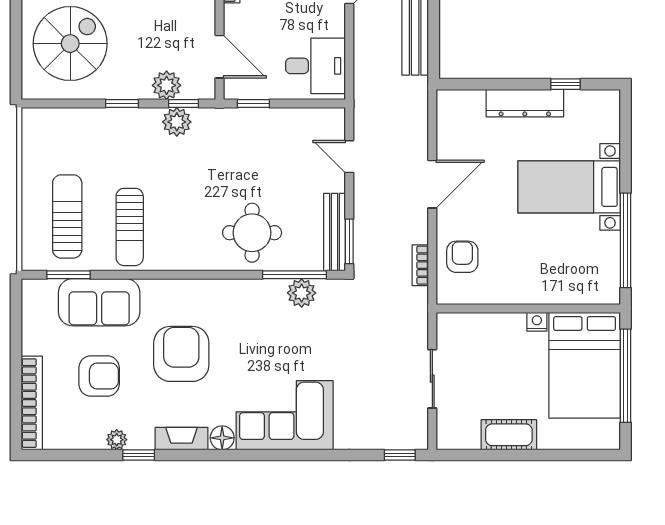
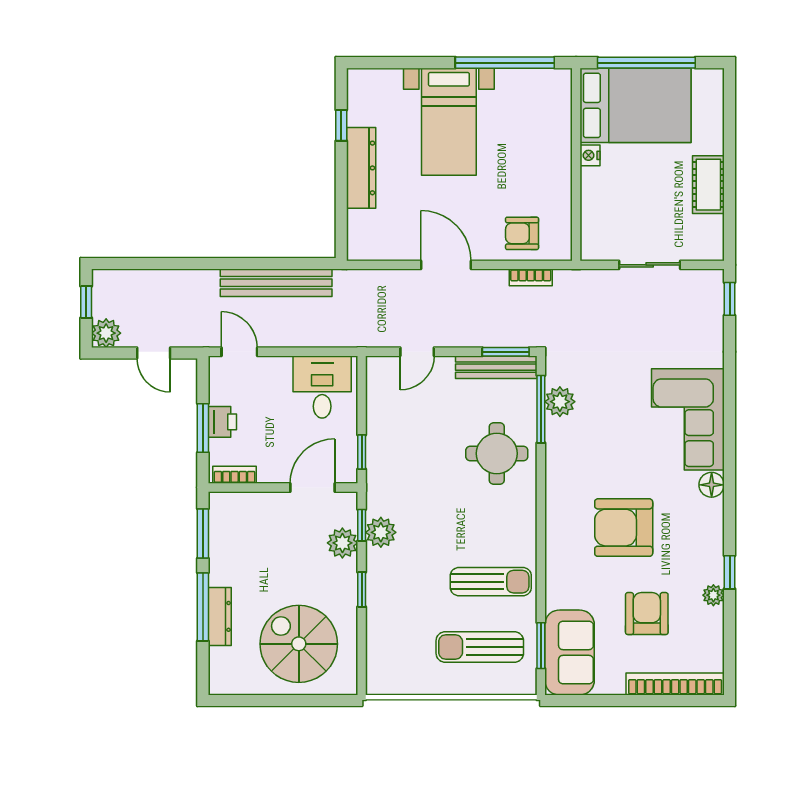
sofa: (99, 302) -> (570, 652), moved
fireplace: (182, 439) -> (712, 527), removed

